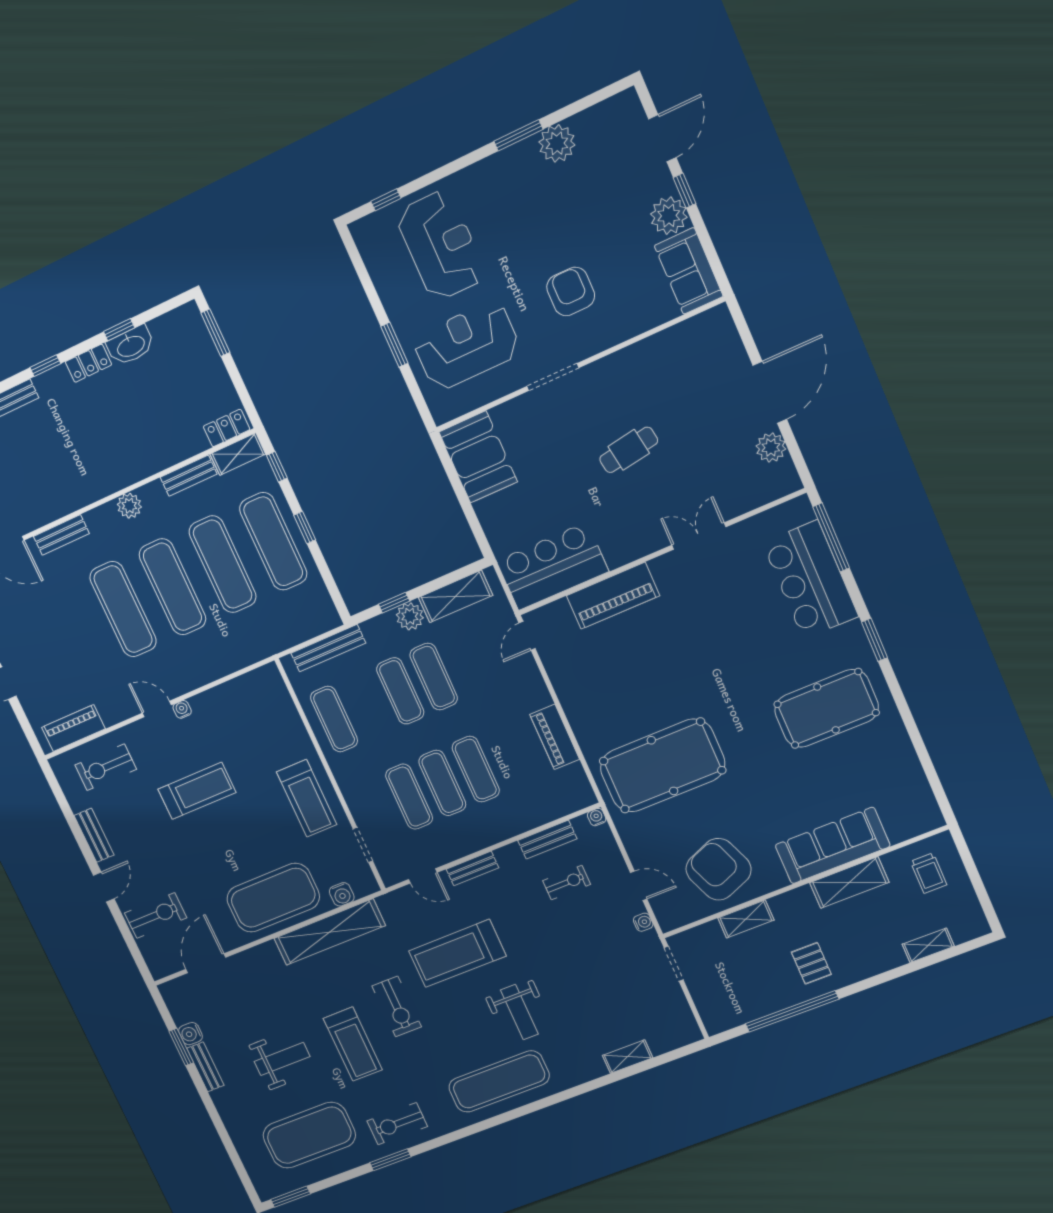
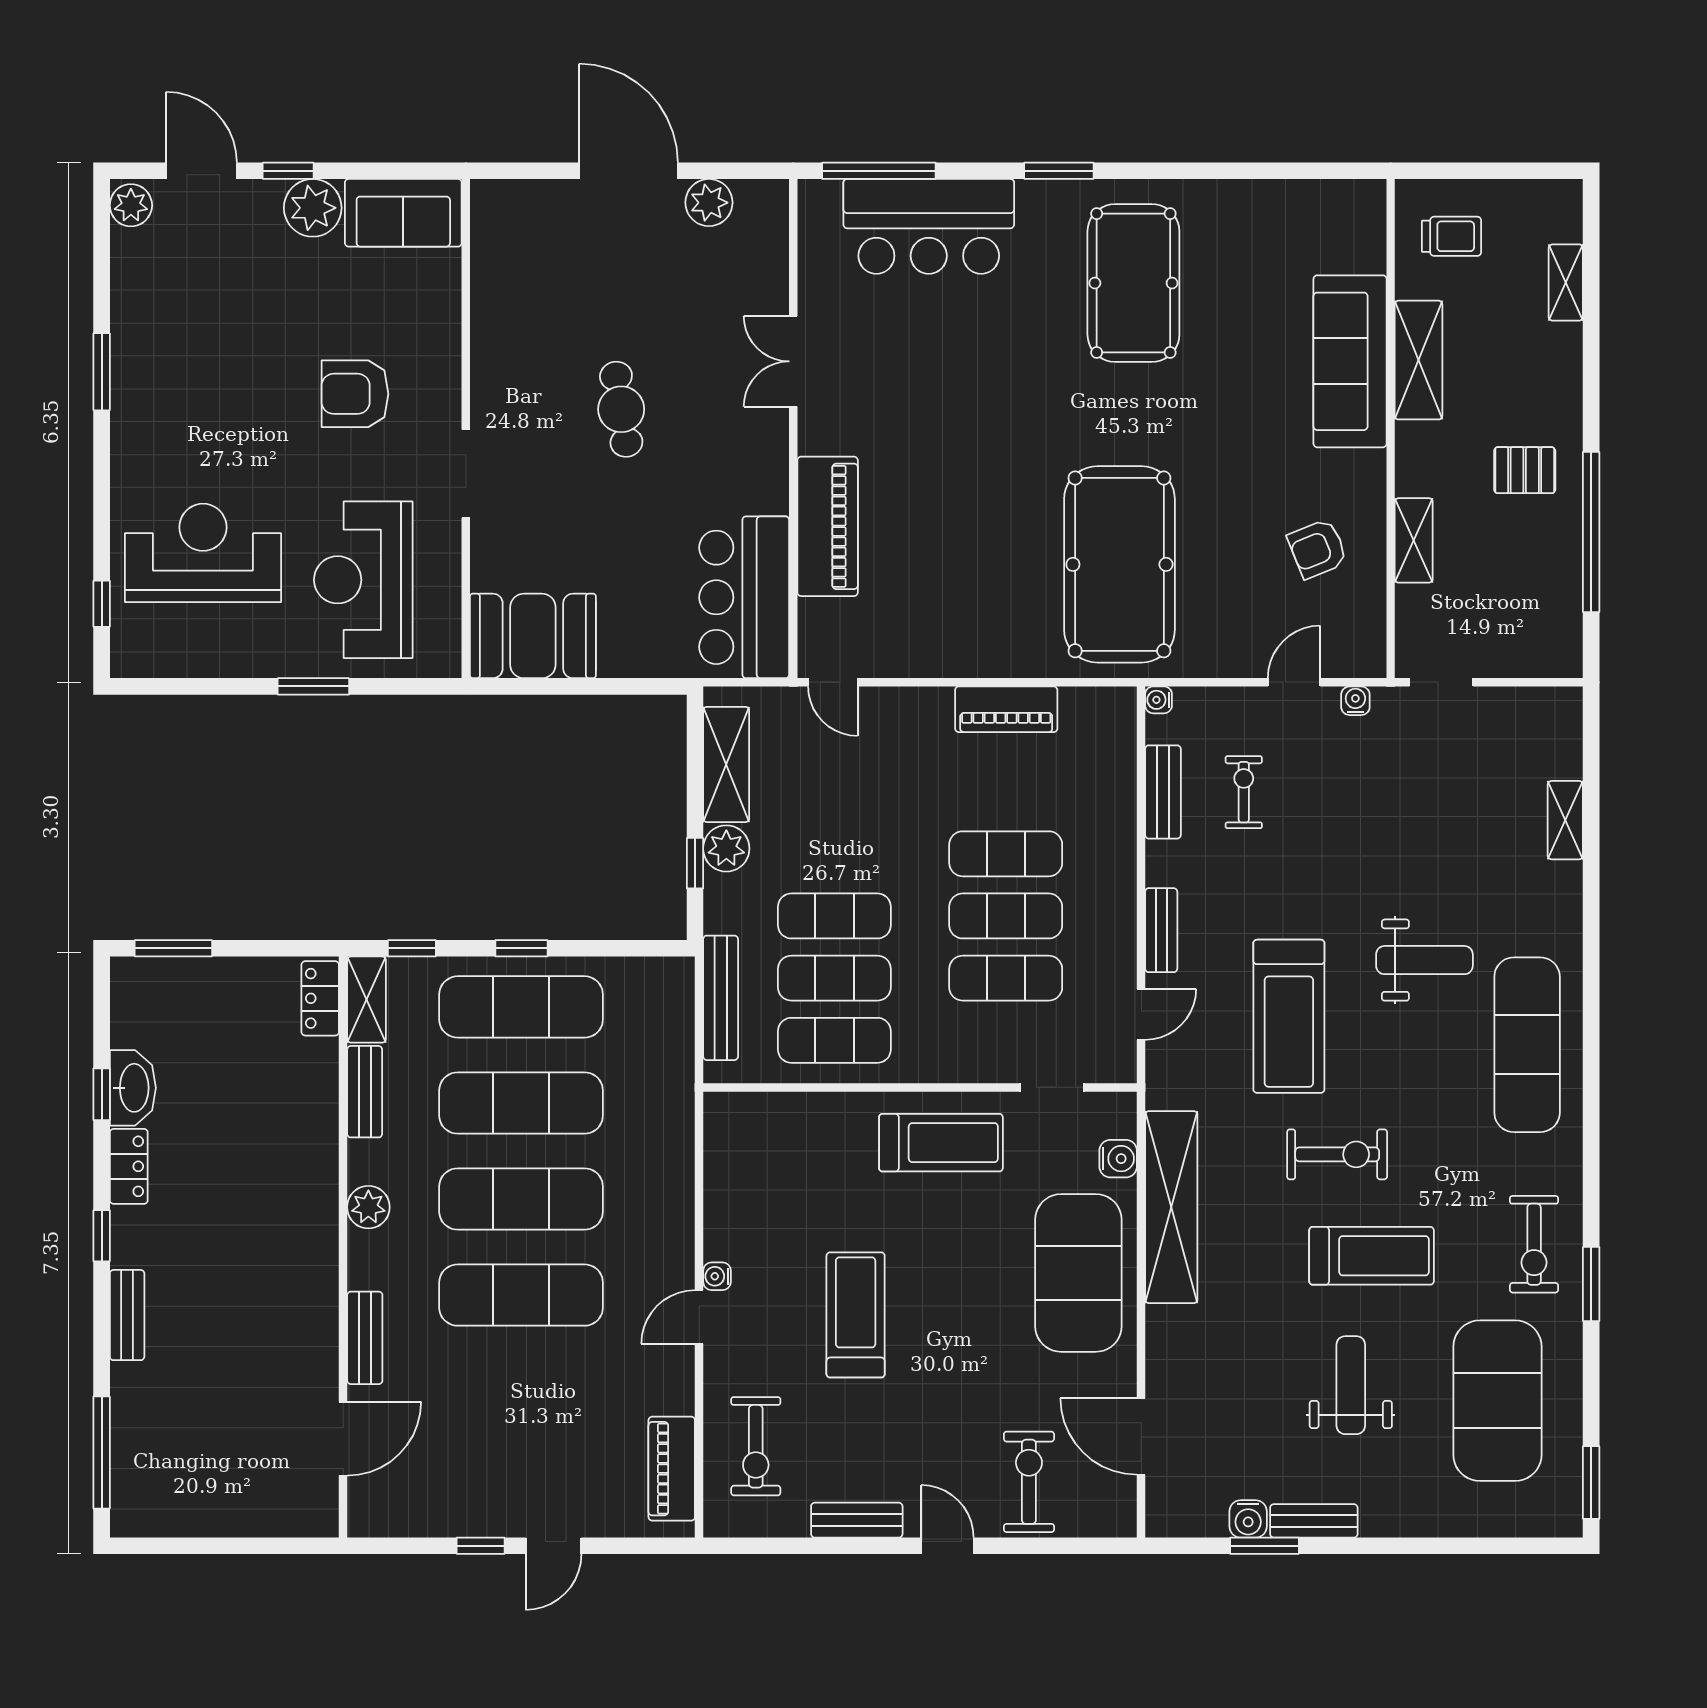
plant: (557, 143) -> (131, 205), moved, width x0.73, depth x0.73
exercise mat: (434, 677) -> (834, 978), moved
armchair: (718, 869) -> (1318, 549), width x0.53, depth x0.53

